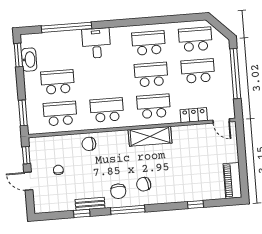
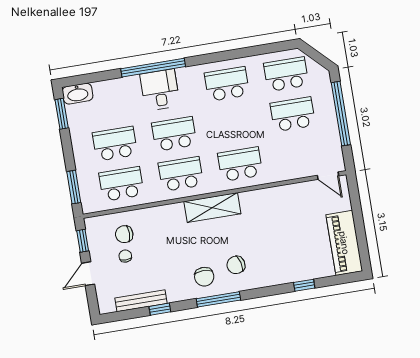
window: (67, 27) -> (153, 68), moved
washbasin: (29, 60) -> (78, 94), moved, turned 90
school desk: (151, 75) -> (174, 134), moved
locker: (194, 115) -> (292, 171), removed
shelving: (150, 136) -> (212, 208), moved
chair: (89, 144) -> (124, 234), moved
piano: (232, 180) -> (344, 243), width x1.37, depth x1.33
door: (28, 181) -> (88, 274), hinge flipped
bench: (90, 204) -> (141, 301), moved, width x1.36

